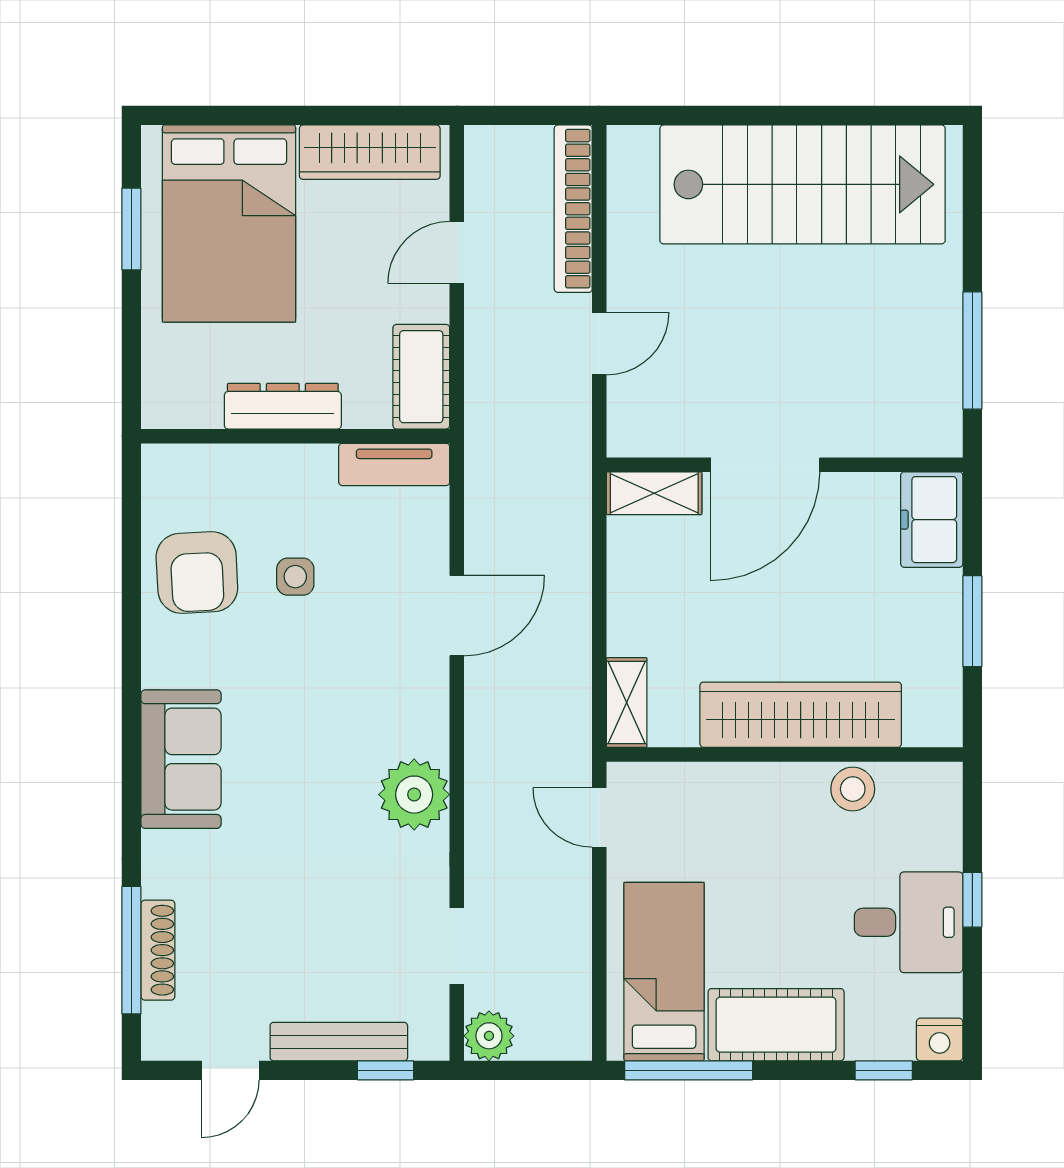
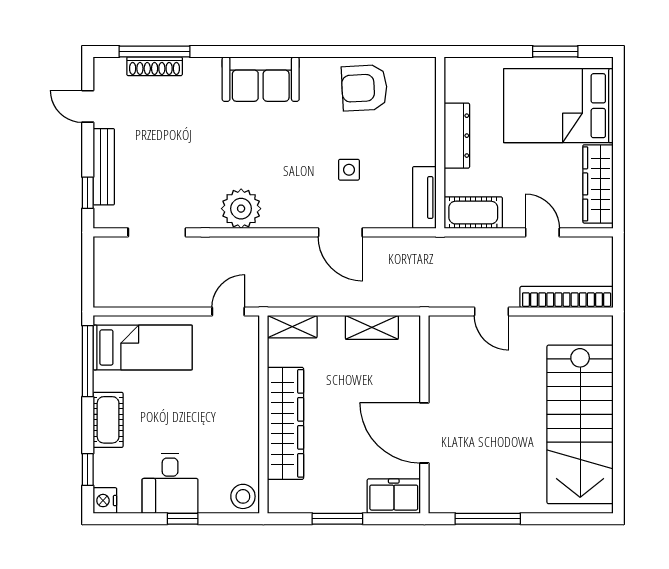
door: (765, 465) -> (424, 433), moved
shelving: (654, 493) -> (372, 327), moved, turned 90
side table: (295, 577) -> (349, 170), moved
stool: (853, 789) -> (243, 496), moved
doorway: (457, 946) -> (157, 232), width x1.38
cot: (776, 1025) -> (108, 420), width x0.73, depth x0.75
plant: (489, 1036) -> (107, 250), removed

